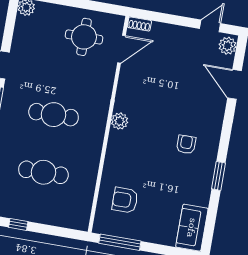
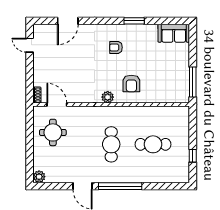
plant: (228, 46) -> (41, 30), removed
cafe table: (43, 172) -> (153, 144), turned 90
armchair: (125, 200) -> (131, 83), moved

